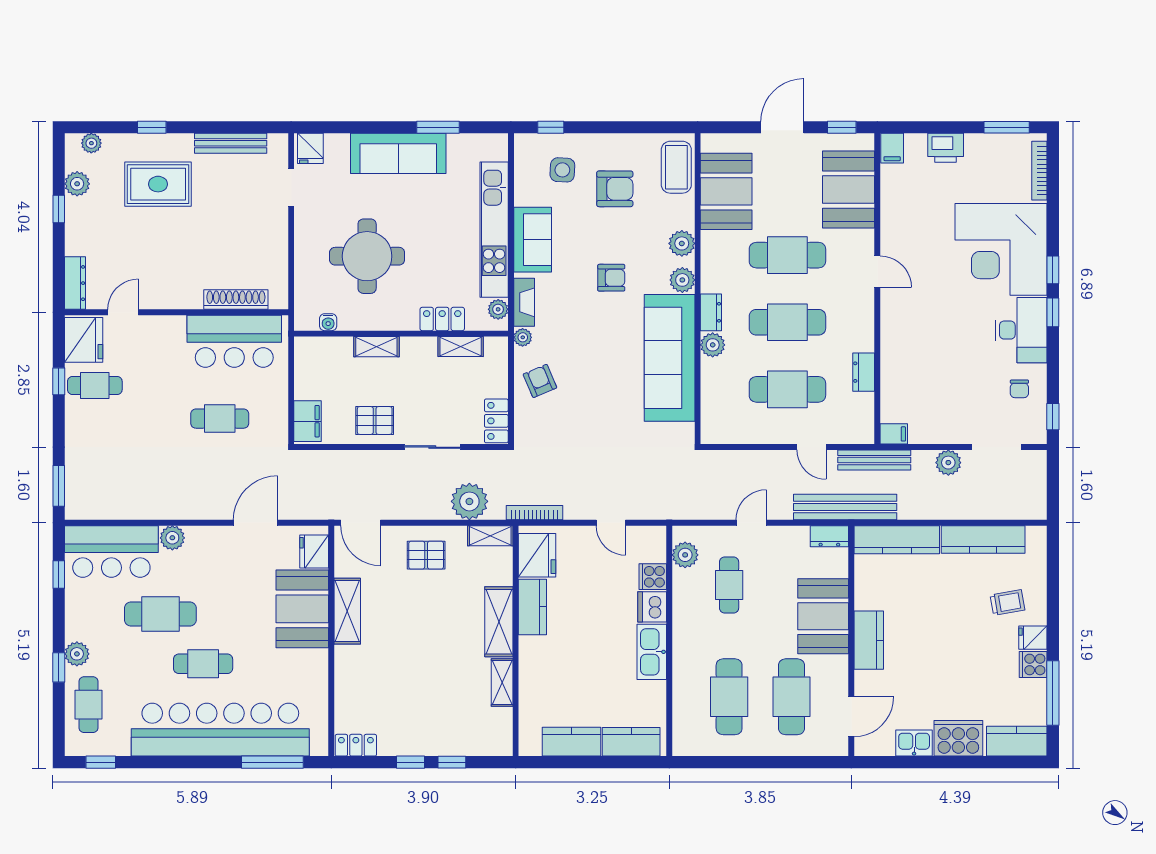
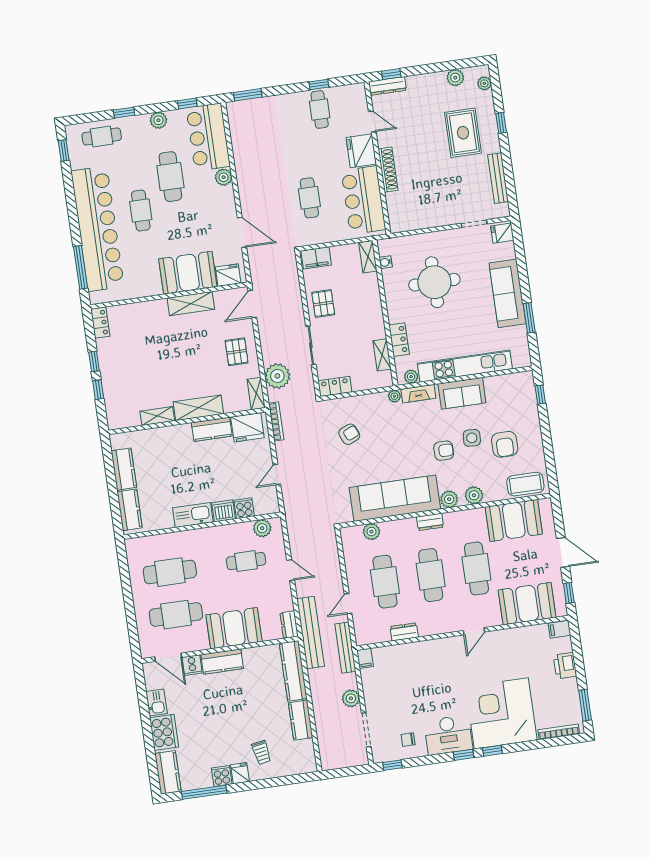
side table: (562, 170) -> (472, 438), moved
window: (59, 209) -> (391, 74), moved
armchair: (611, 278) -> (444, 451), turned -90
shoe rack: (236, 300) -> (388, 170), moved
fridge: (84, 340) -> (361, 151), moved, turned 90
plant: (713, 345) -> (371, 532), moved
shelving: (376, 347) -> (368, 257), moved
armchair: (540, 381) -> (349, 434), moved
kitchen counter: (983, 539) -> (301, 720), width x0.67
plant: (77, 654) -> (158, 120), moved
cooker: (868, 684) -> (192, 665), added

